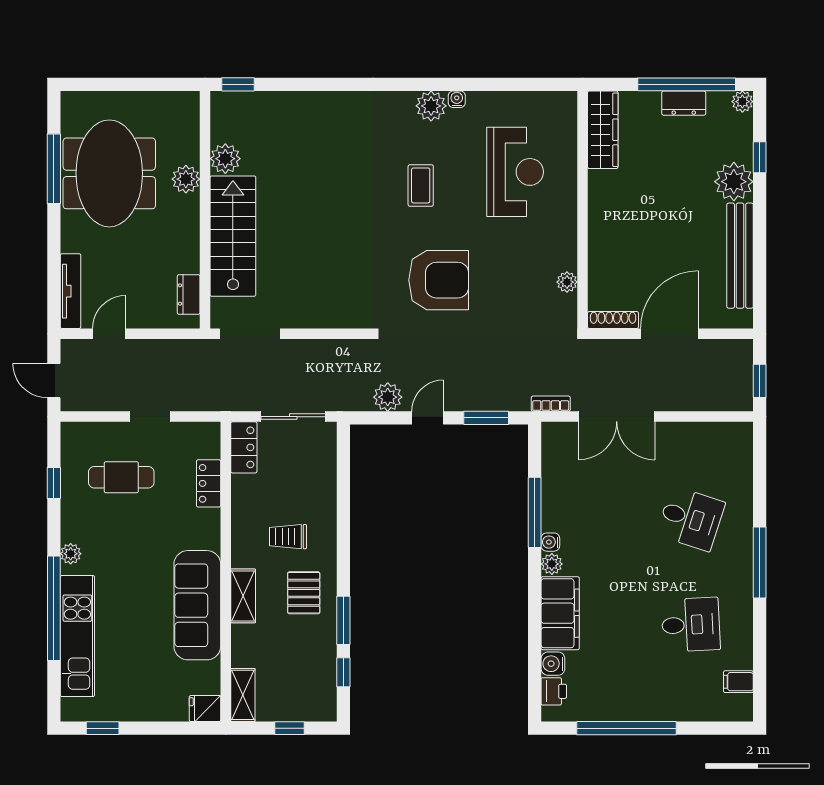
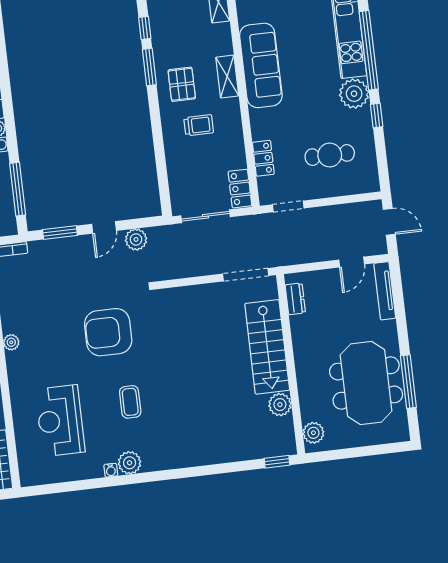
plant: (186, 179) -> (313, 433), moved
doorway: (150, 417) -> (288, 206), moved
window: (54, 483) -> (377, 116), moved
window: (535, 512) -> (18, 189), moved
plant: (71, 554) -> (354, 94), width x1.88, depth x1.88

